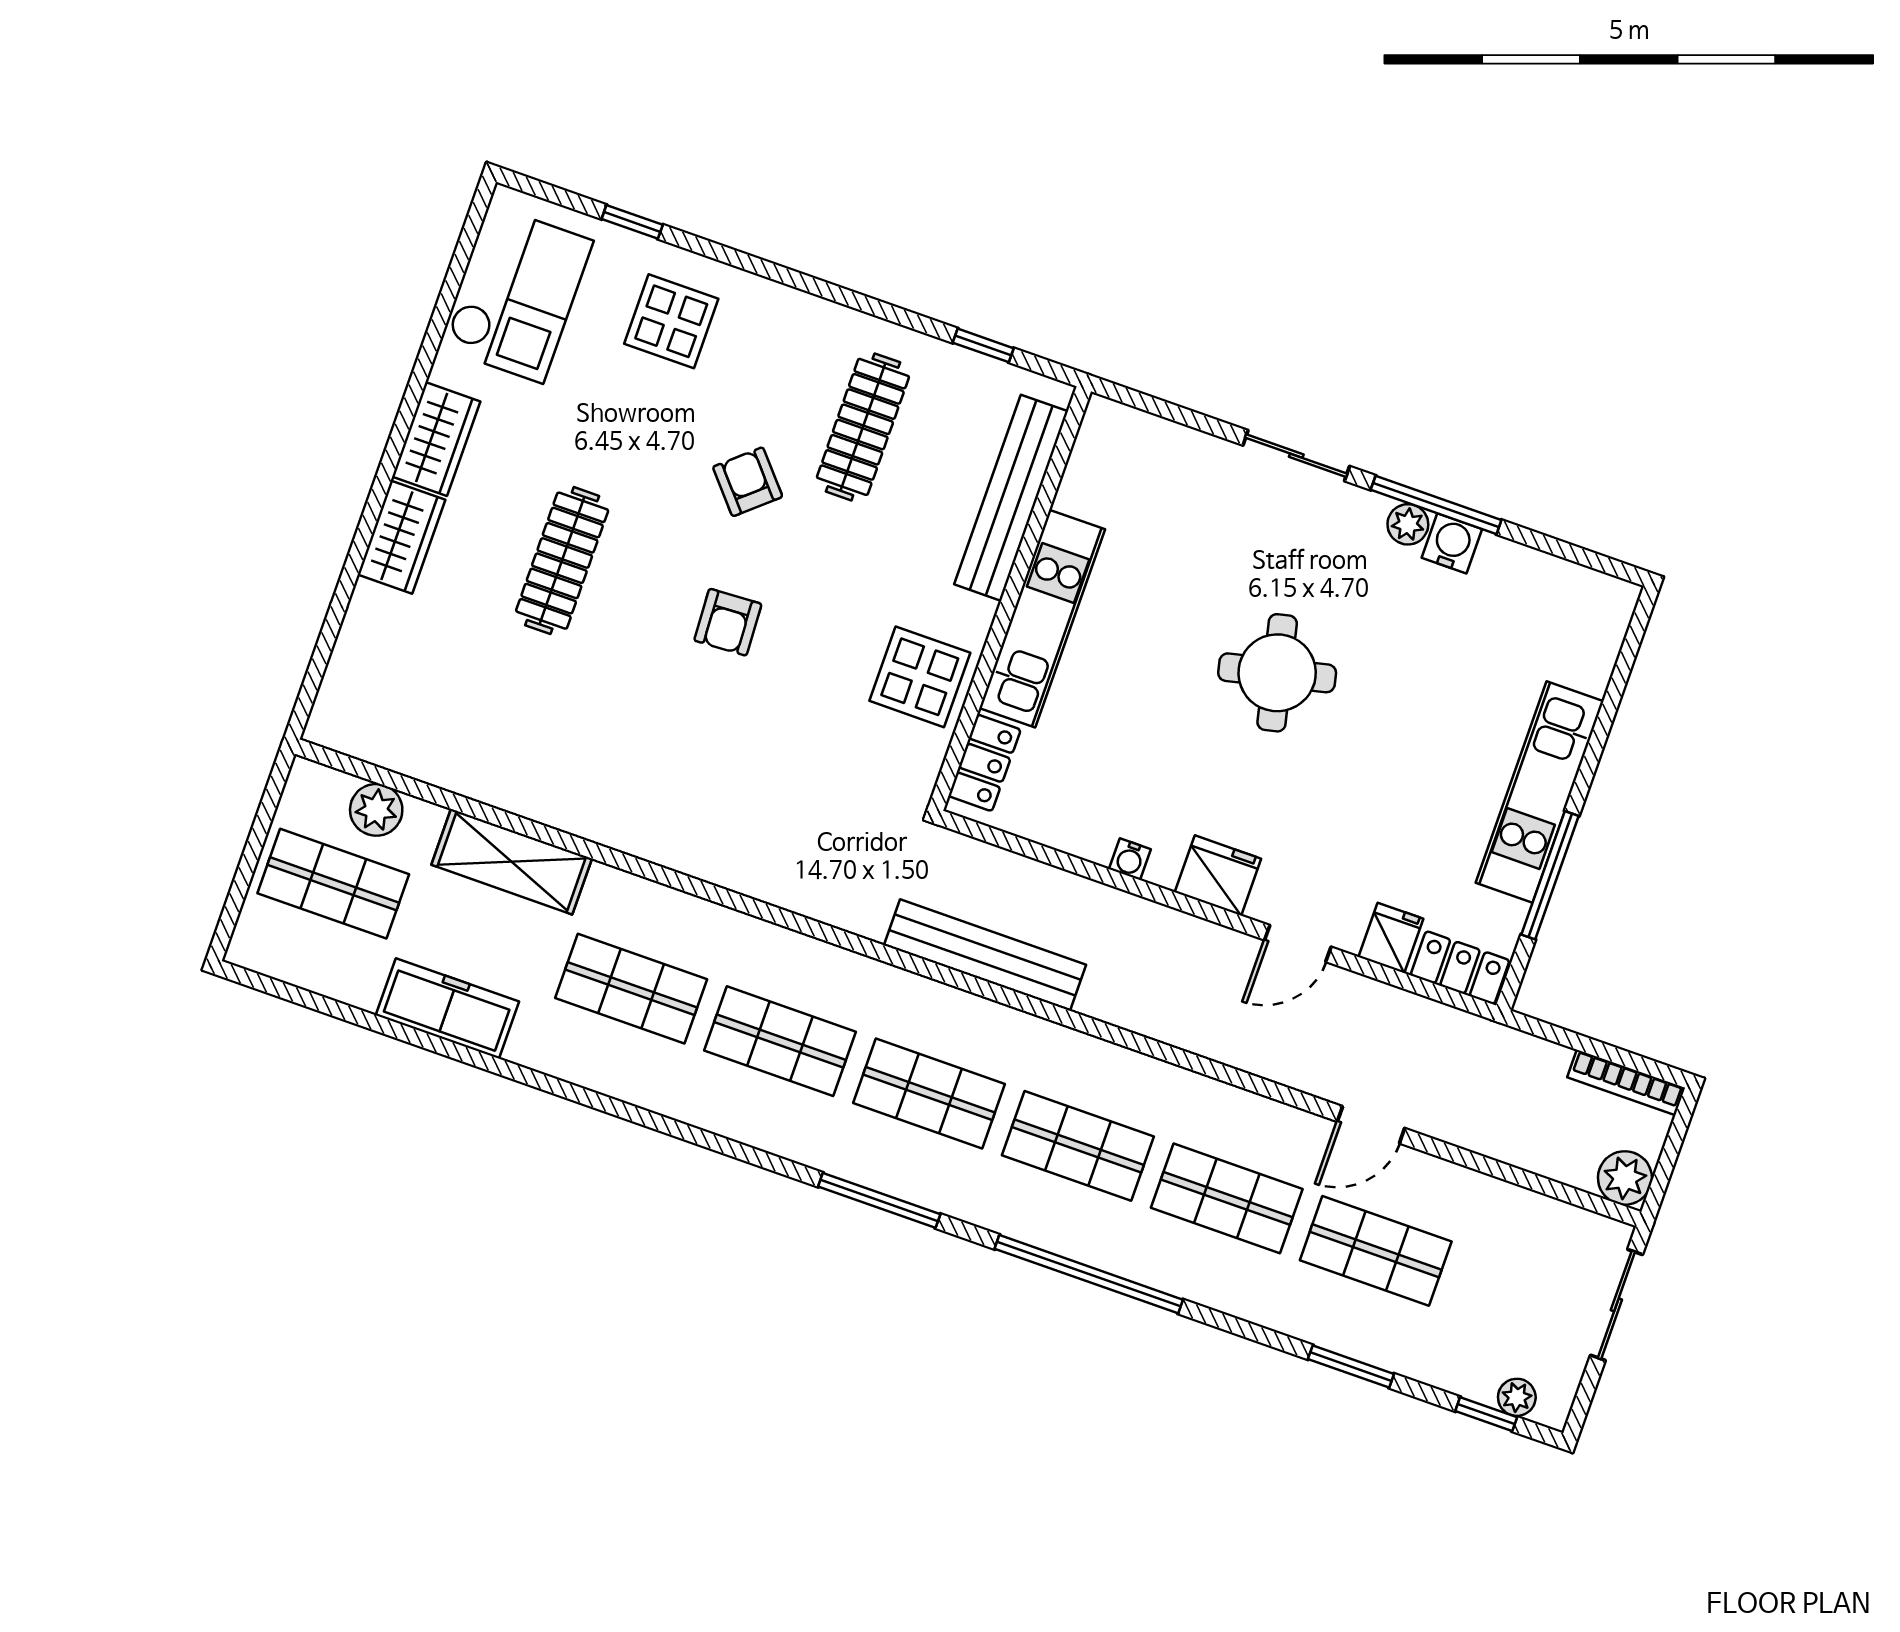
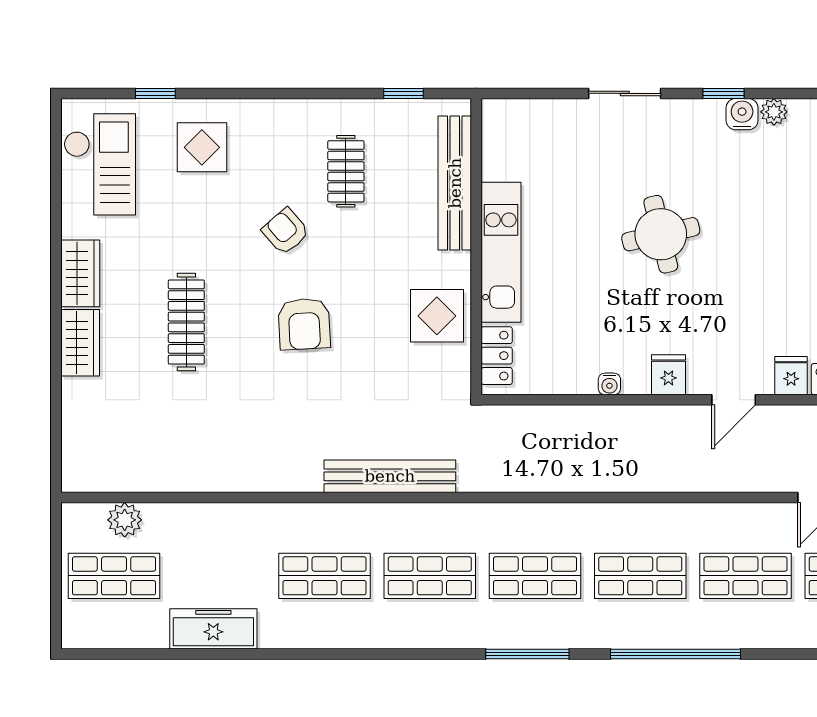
clothes rail: (863, 427) -> (346, 171), width x0.73
window: (1436, 505) -> (724, 93), width x0.46
plant: (1408, 524) -> (774, 112), moved
armchair: (728, 622) -> (304, 324), width x1.38, depth x1.38
shelving: (512, 862) -> (221, 522), removed
fridge: (1218, 875) -> (668, 375), width x0.72
bench: (985, 955) -> (390, 476), moved

